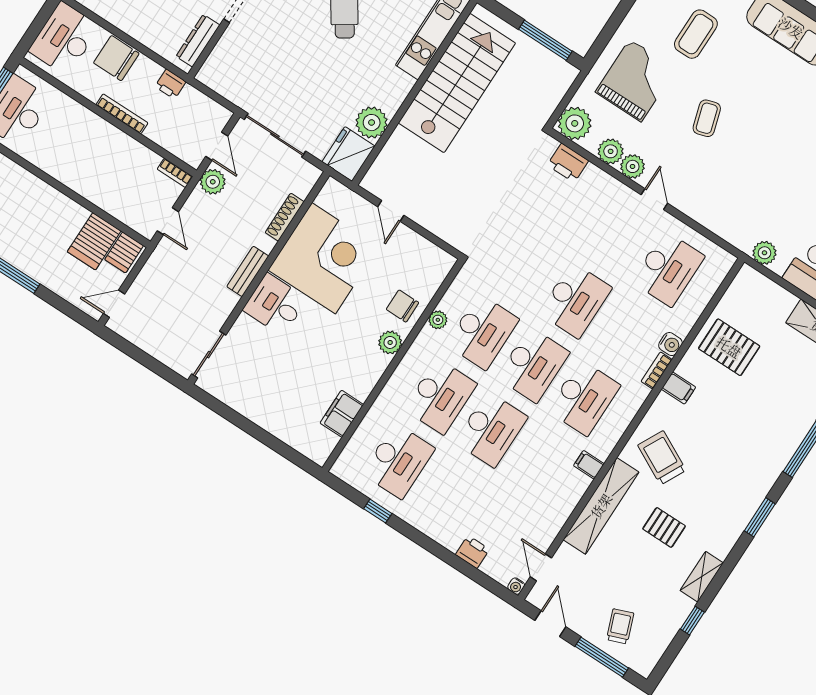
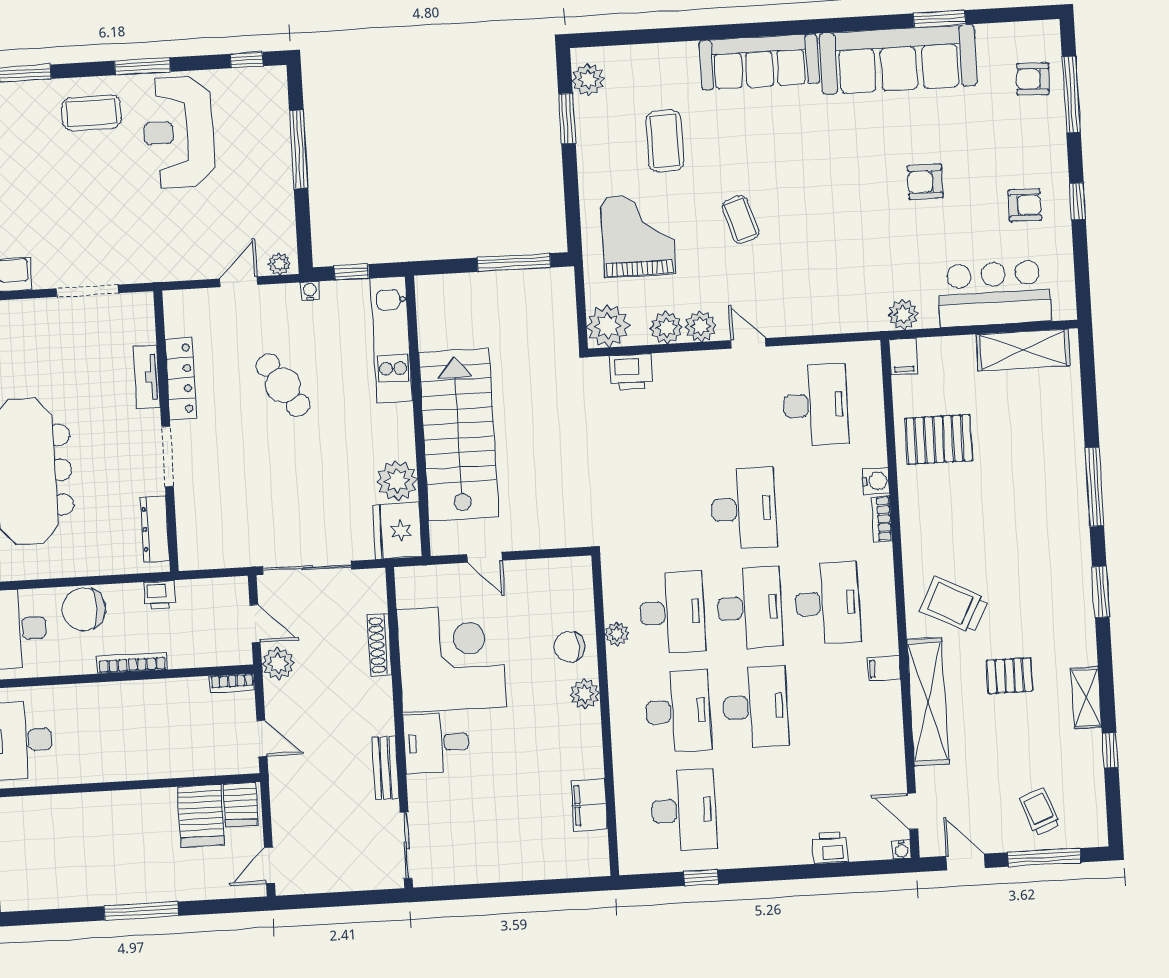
stairs: (457, 83) -> (459, 435), moved
bench: (248, 271) -> (385, 768), moved
filing cabinet: (678, 388) -> (903, 357), moved, turned 90

